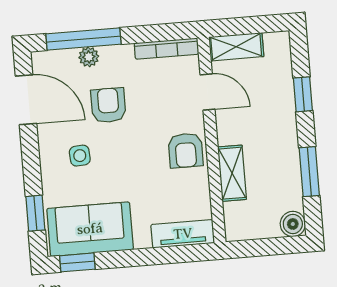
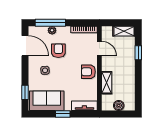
shelving: (236, 47) -> (124, 31), moved
armchair: (186, 150) -> (88, 72), turned 90
window: (309, 172) -> (138, 85), removed
boiler: (293, 224) -> (119, 105), moved
window: (77, 262) -> (63, 114), moved

